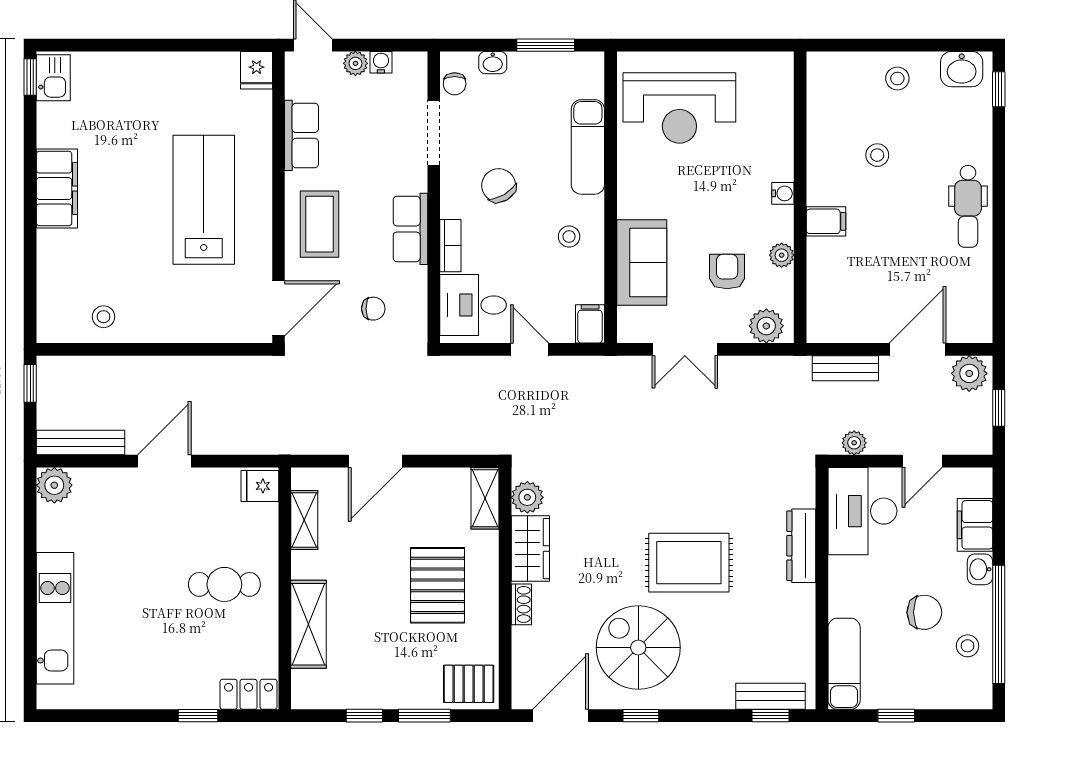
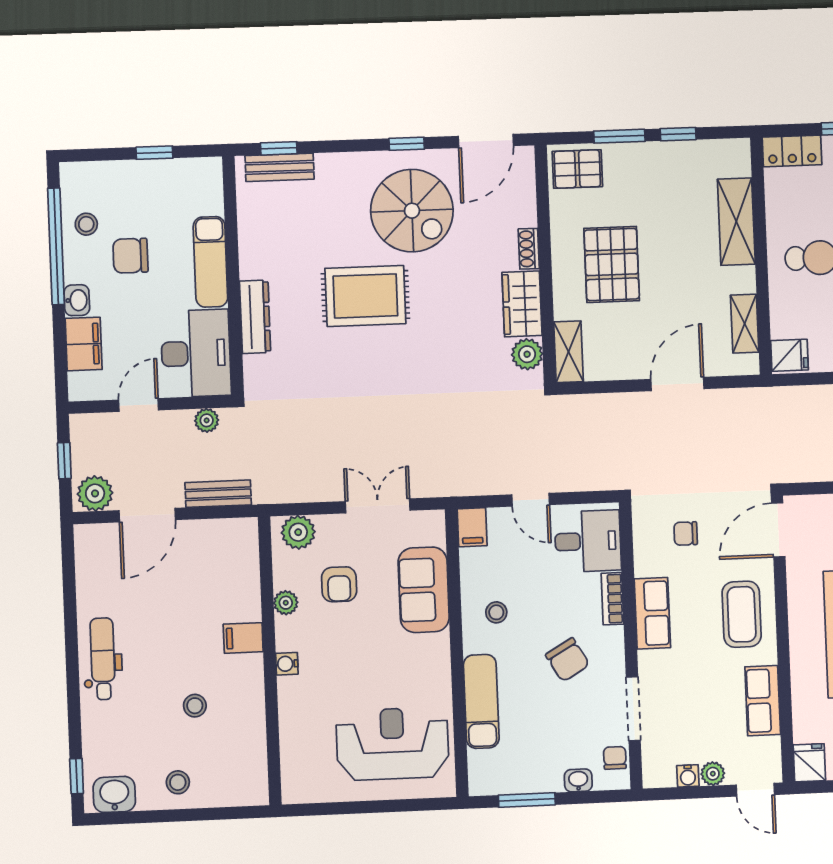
exam couch: (844, 664) -> (210, 262), moved

